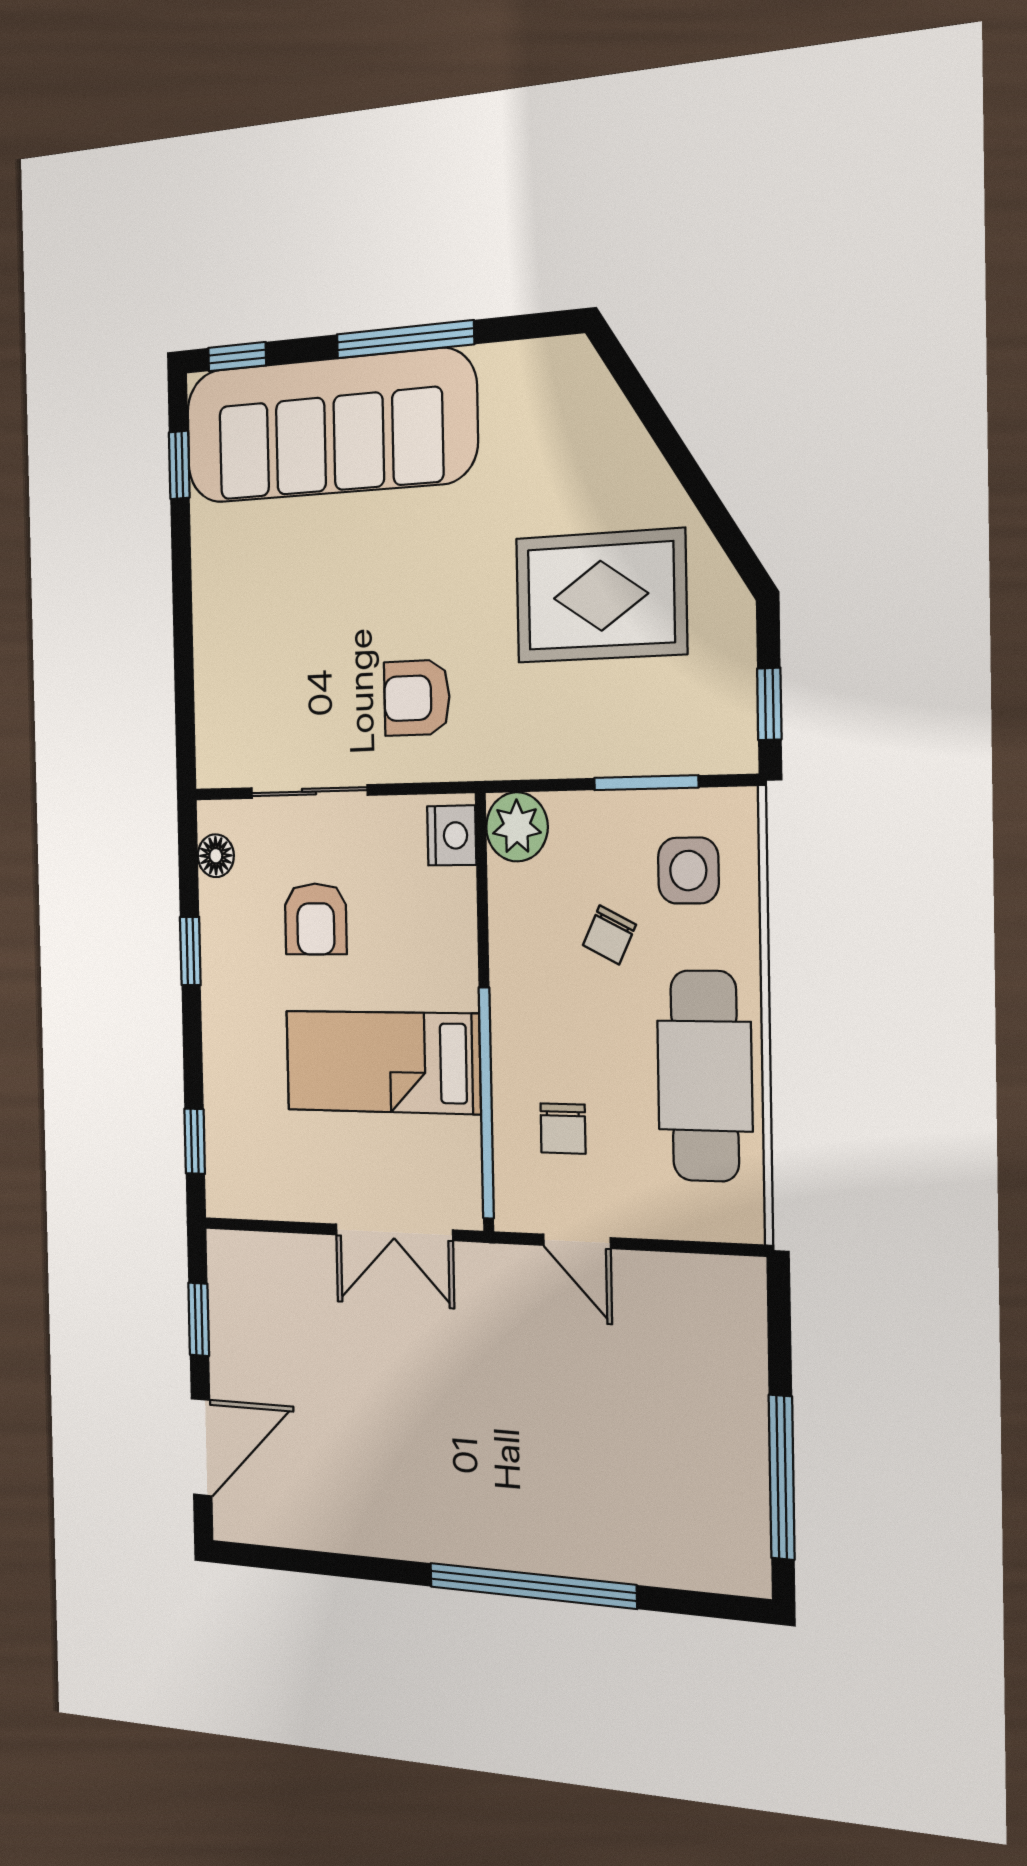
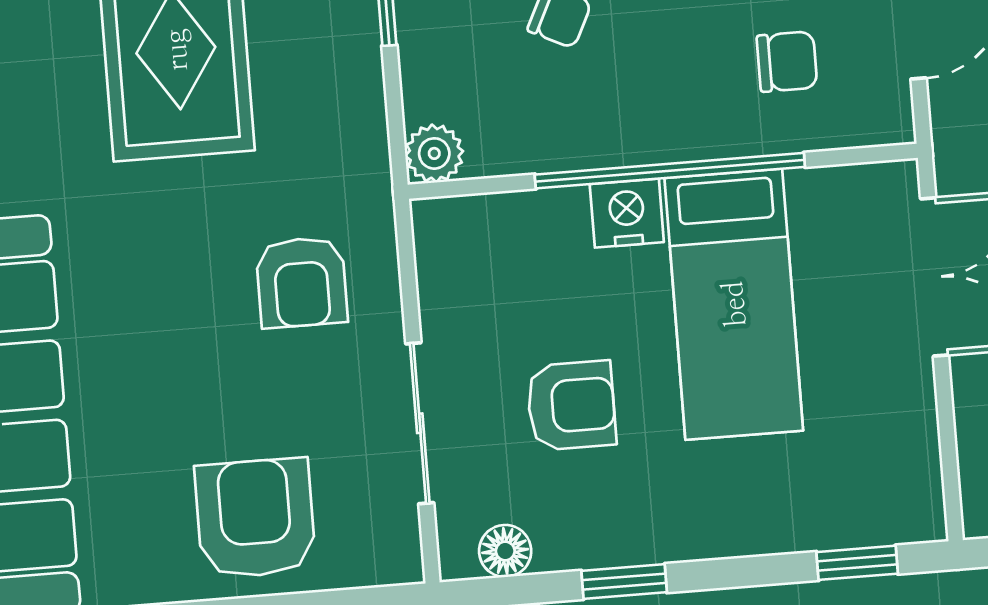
armchair: (248, 651) -> (255, 518), added
plant: (517, 827) -> (434, 153), width x0.73, depth x0.73
nightstand: (452, 835) -> (627, 213), moved
window: (486, 1103) -> (670, 171), moved

